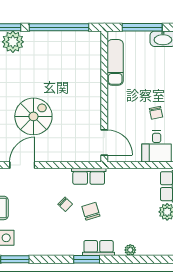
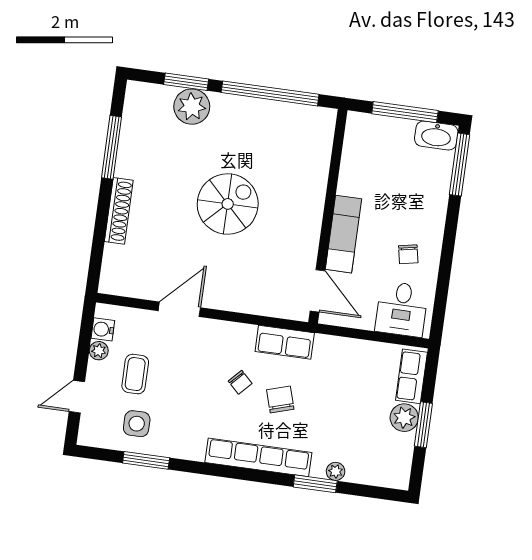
exam couch: (115, 62) -> (343, 234), moved
spiral stairs: (33, 116) -> (228, 204), moved
row of seats: (99, 248) -> (258, 457), width x2.02
window: (87, 259) -> (315, 484), moved

